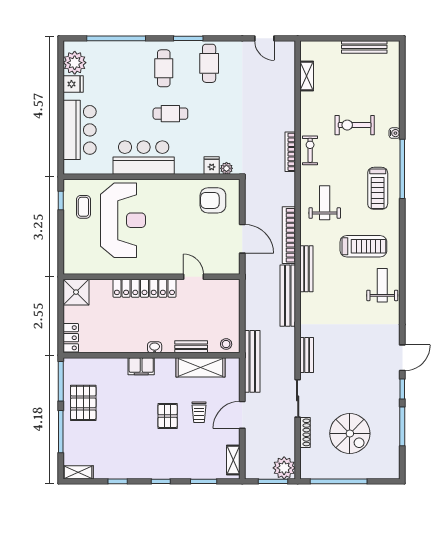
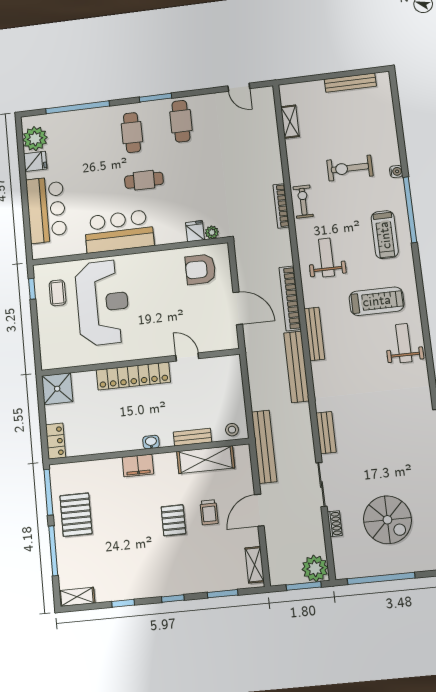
shoe rack: (305, 432) -> (335, 524), width x0.70

